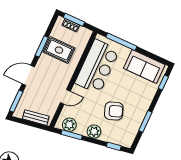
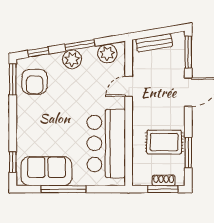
window: (121, 42) -> (63, 189), moved
window: (42, 46) -> (188, 152), moved
armchair: (114, 111) -> (35, 82), moved, turned -70
window: (145, 121) -> (13, 79), moved
window: (72, 135) -> (80, 45), moved

